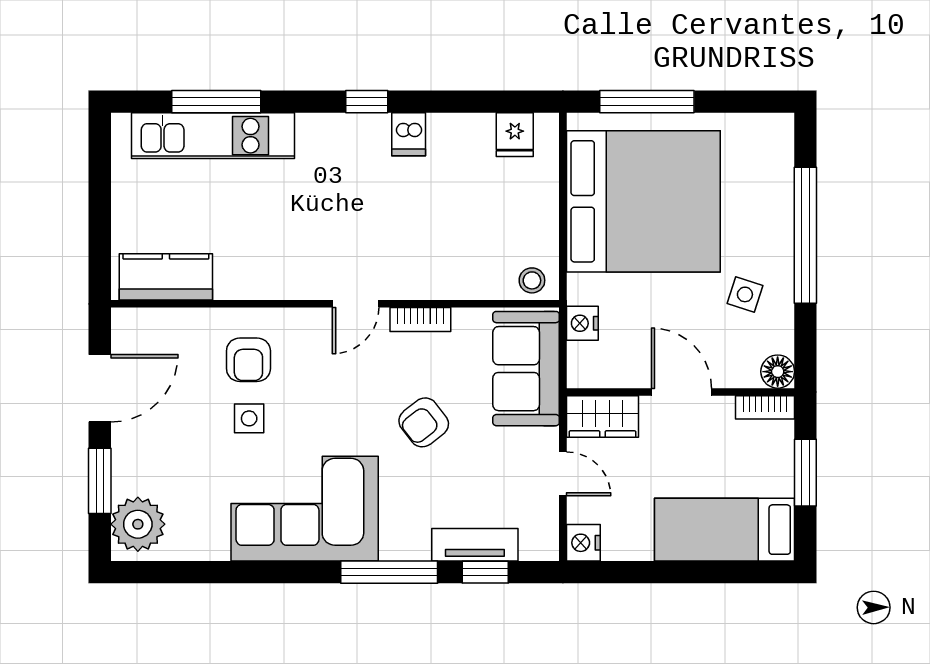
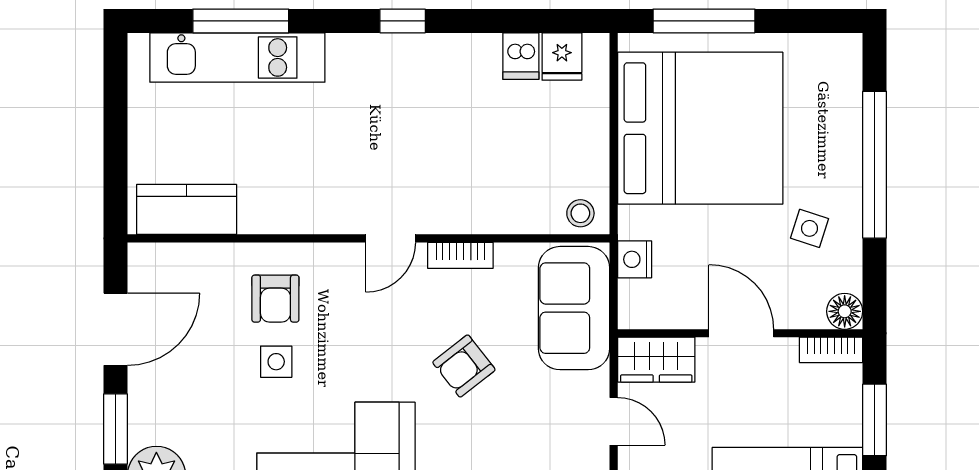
dishwasher: (409, 134) -> (521, 56), moved

